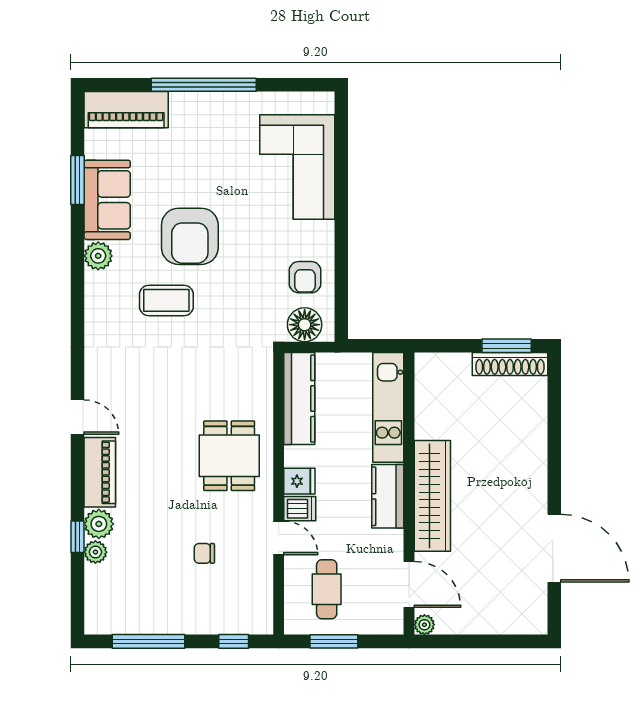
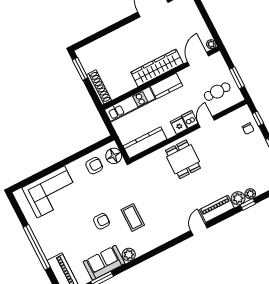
armchair: (190, 236) -> (102, 221), width x0.53, depth x0.53
shoe rack: (510, 364) -> (99, 87), moved
dining table: (229, 456) -> (183, 159), turned 90
chair: (204, 553) -> (248, 129), moved

